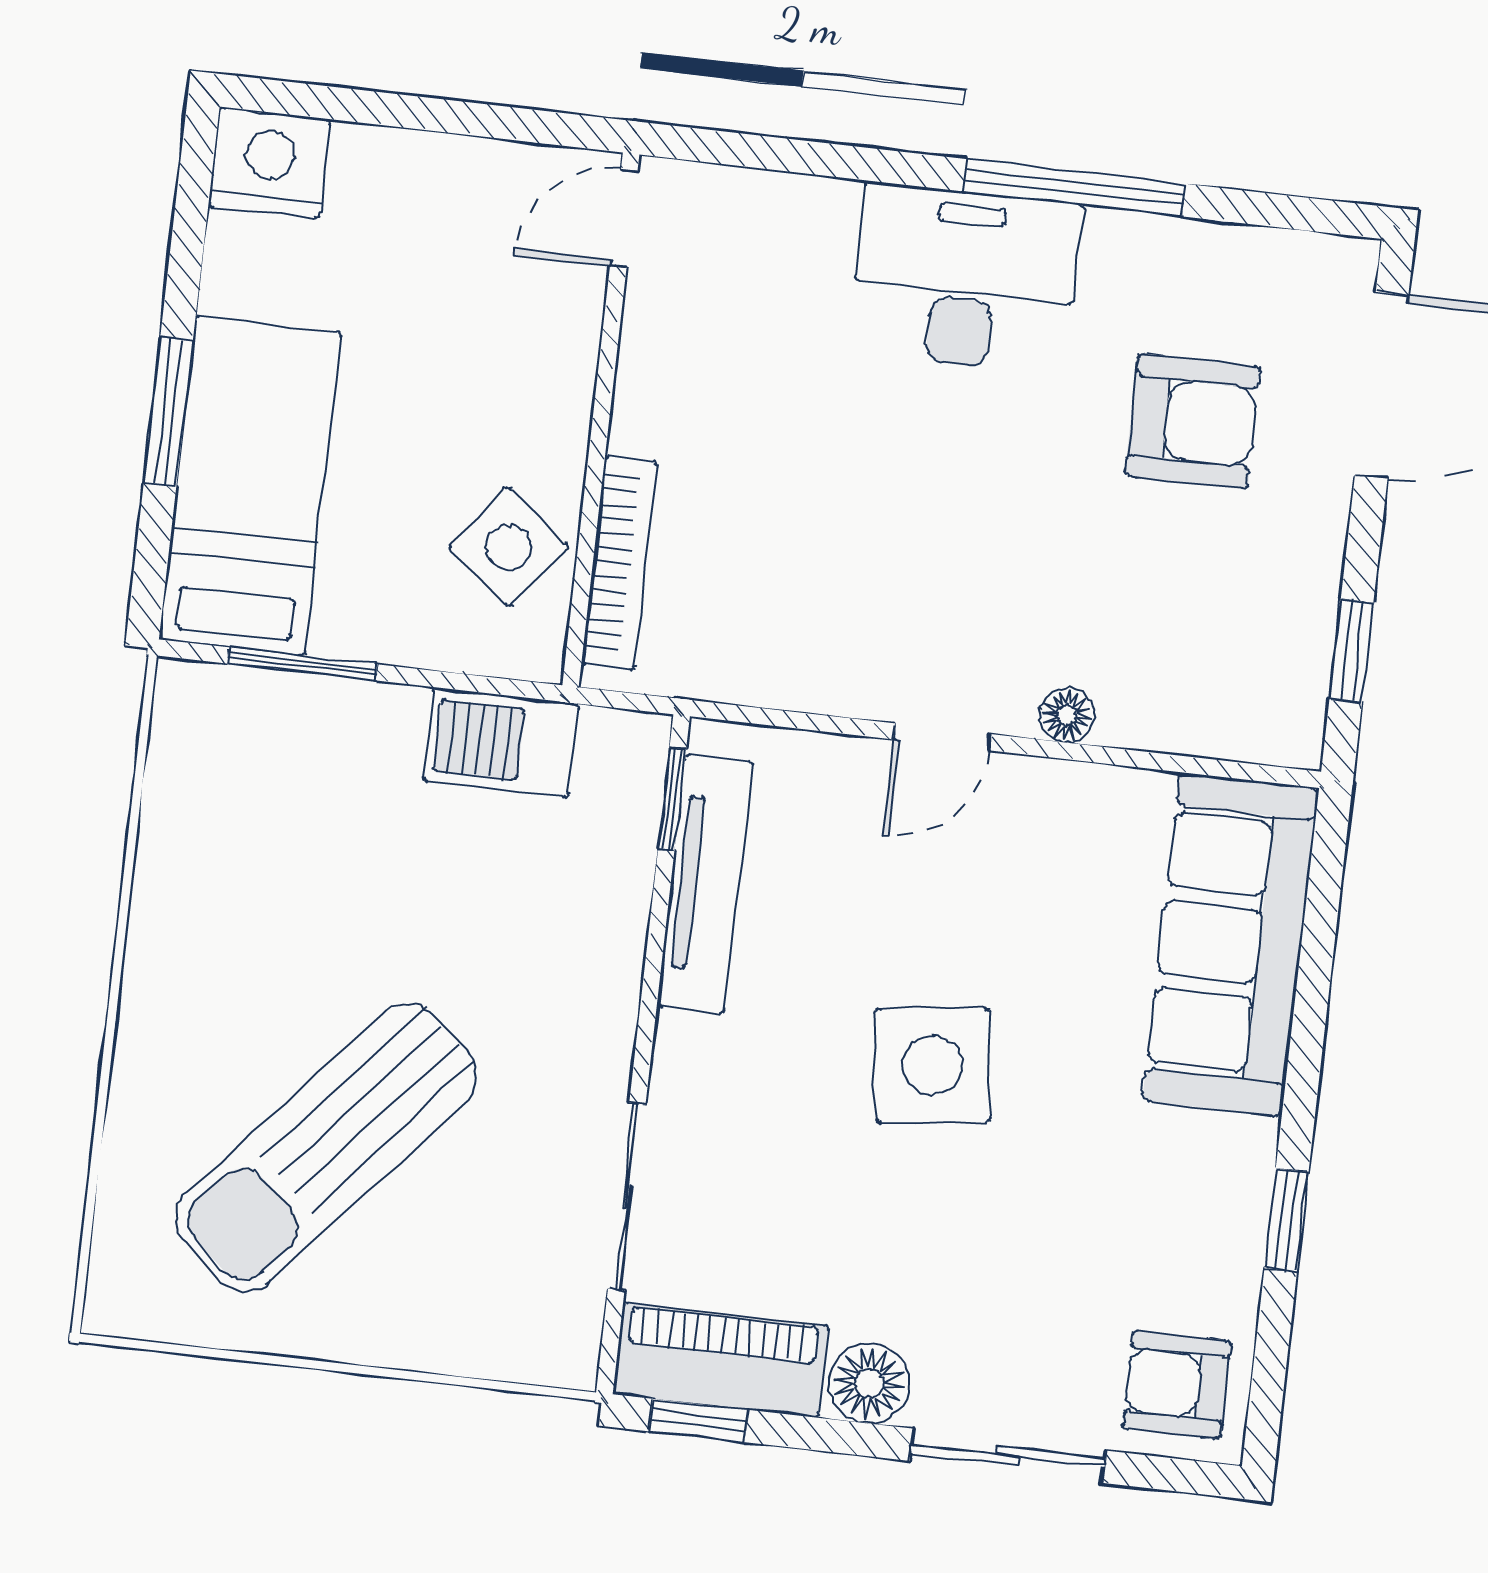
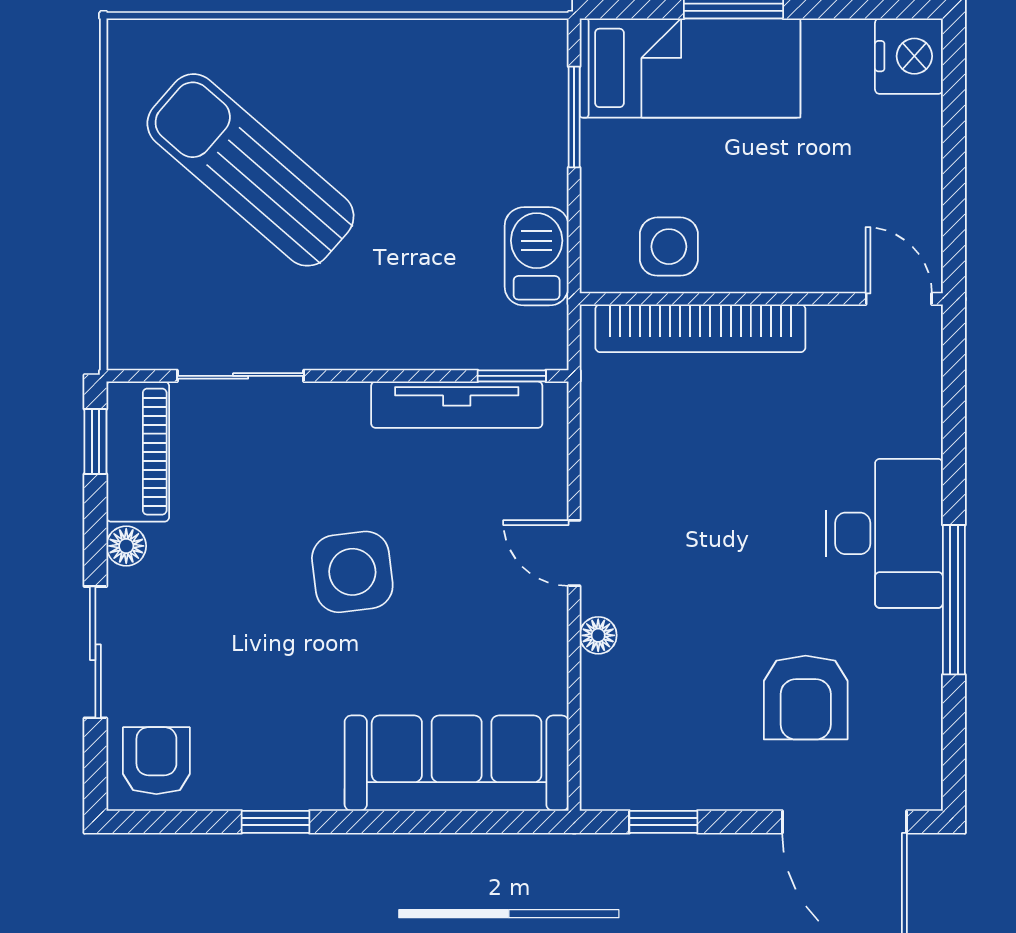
side table: (509, 547) -> (669, 247), turned -38
bookcase: (620, 563) -> (700, 328), width x1.48, depth x1.31
floor lamp: (869, 1383) -> (126, 546), width x0.73, depth x0.73

